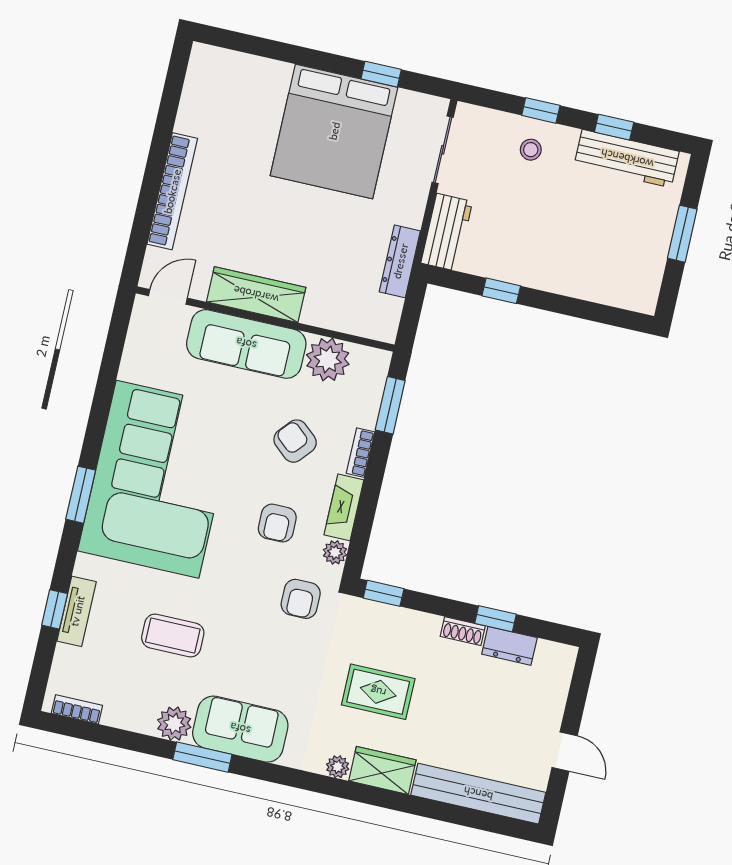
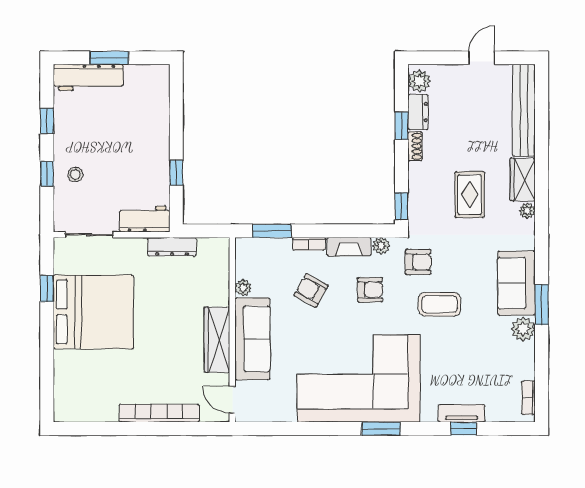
workbench: (627, 159) -> (88, 77), moved, turned 90
plant: (328, 359) -> (243, 288), width x0.53, depth x0.53
armchair: (295, 441) -> (311, 290), turned 78
coffee table: (173, 635) -> (439, 304), moved, turned 90
plant: (552, 658) -> (419, 81), added

